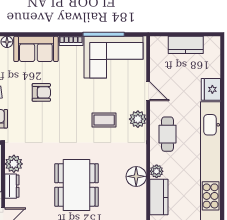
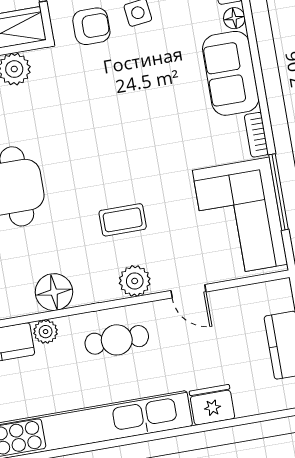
door: (148, 91) -> (188, 291), hinge flipped
armchair: (41, 92) -> (153, 97), removed
coffee table: (104, 120) -> (123, 220), turned 90
floor lamp: (136, 176) -> (54, 292), moved

